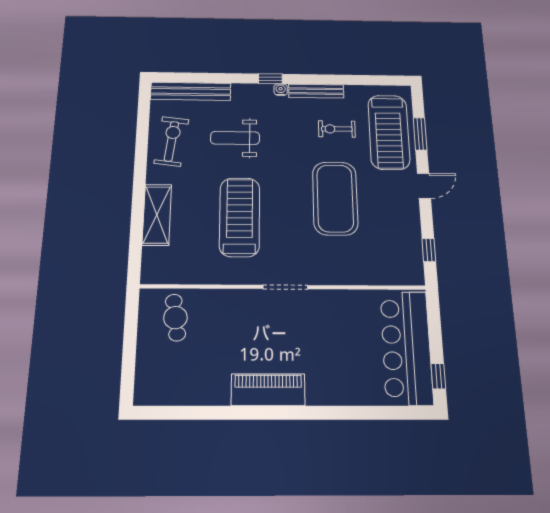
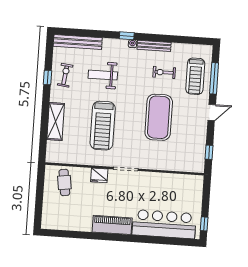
treadmill: (389, 132) -> (195, 76), width x0.73, depth x0.73
window: (420, 134) -> (214, 78), width x1.44
exercise bike: (171, 141) -> (65, 75), width x0.73, depth x0.72
window: (142, 146) -> (48, 77), added
treadmill: (240, 217) -> (103, 126), turned 180
fridge: (238, 301) -> (99, 175), added
bar counter: (406, 348) -> (164, 224), moved, turned 90

